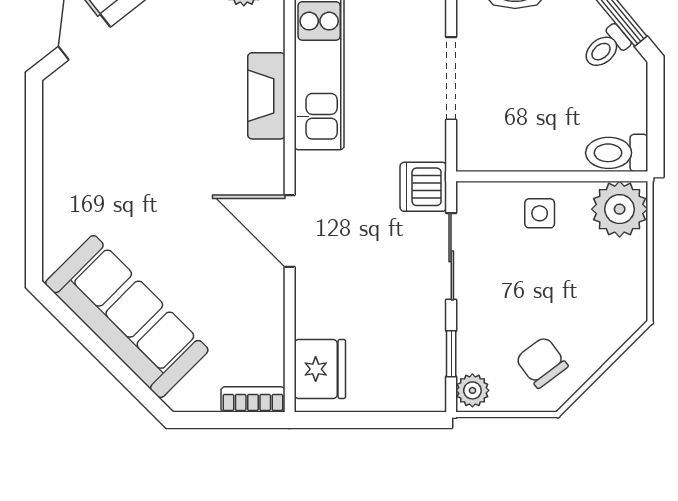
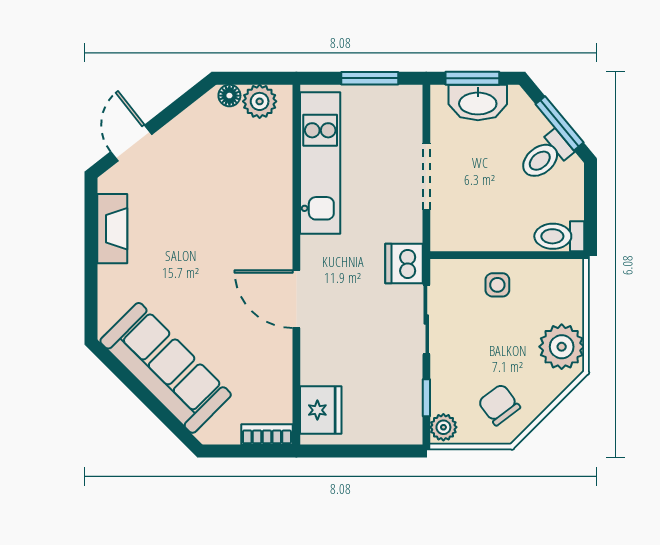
toilet: (606, 47) -> (545, 156), width x1.37, depth x1.39
fireplace: (266, 96) -> (112, 229), moved, turned 180
plant: (620, 209) -> (562, 347), moved

